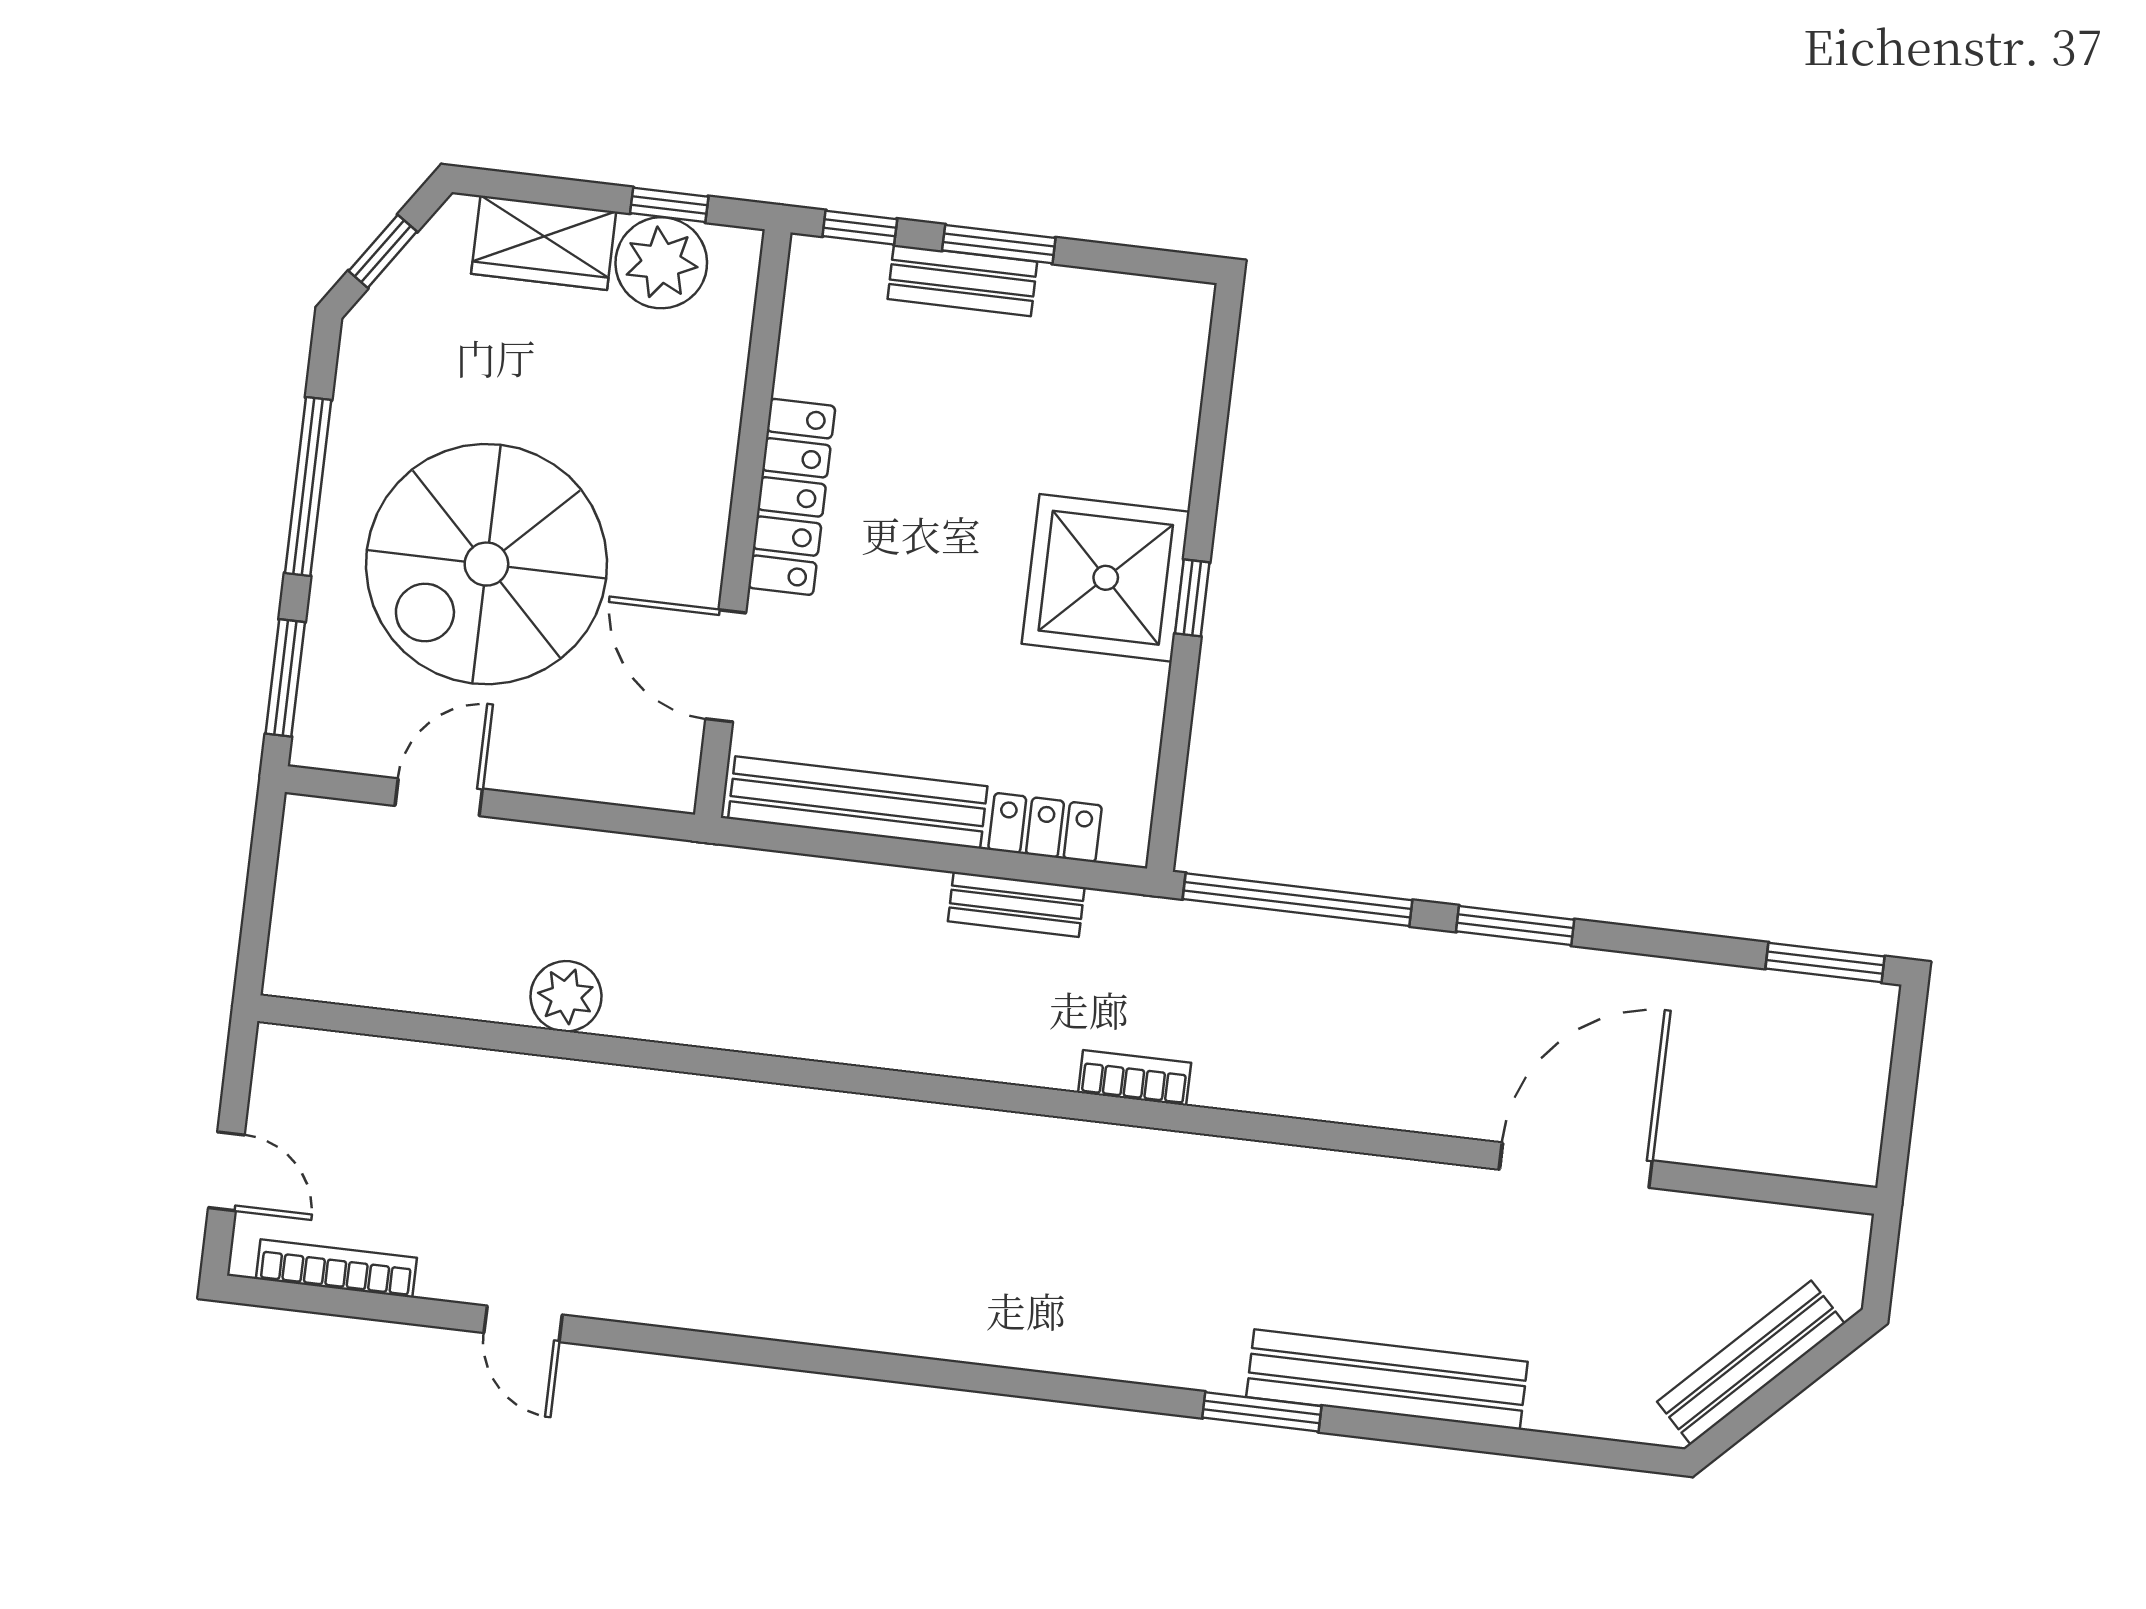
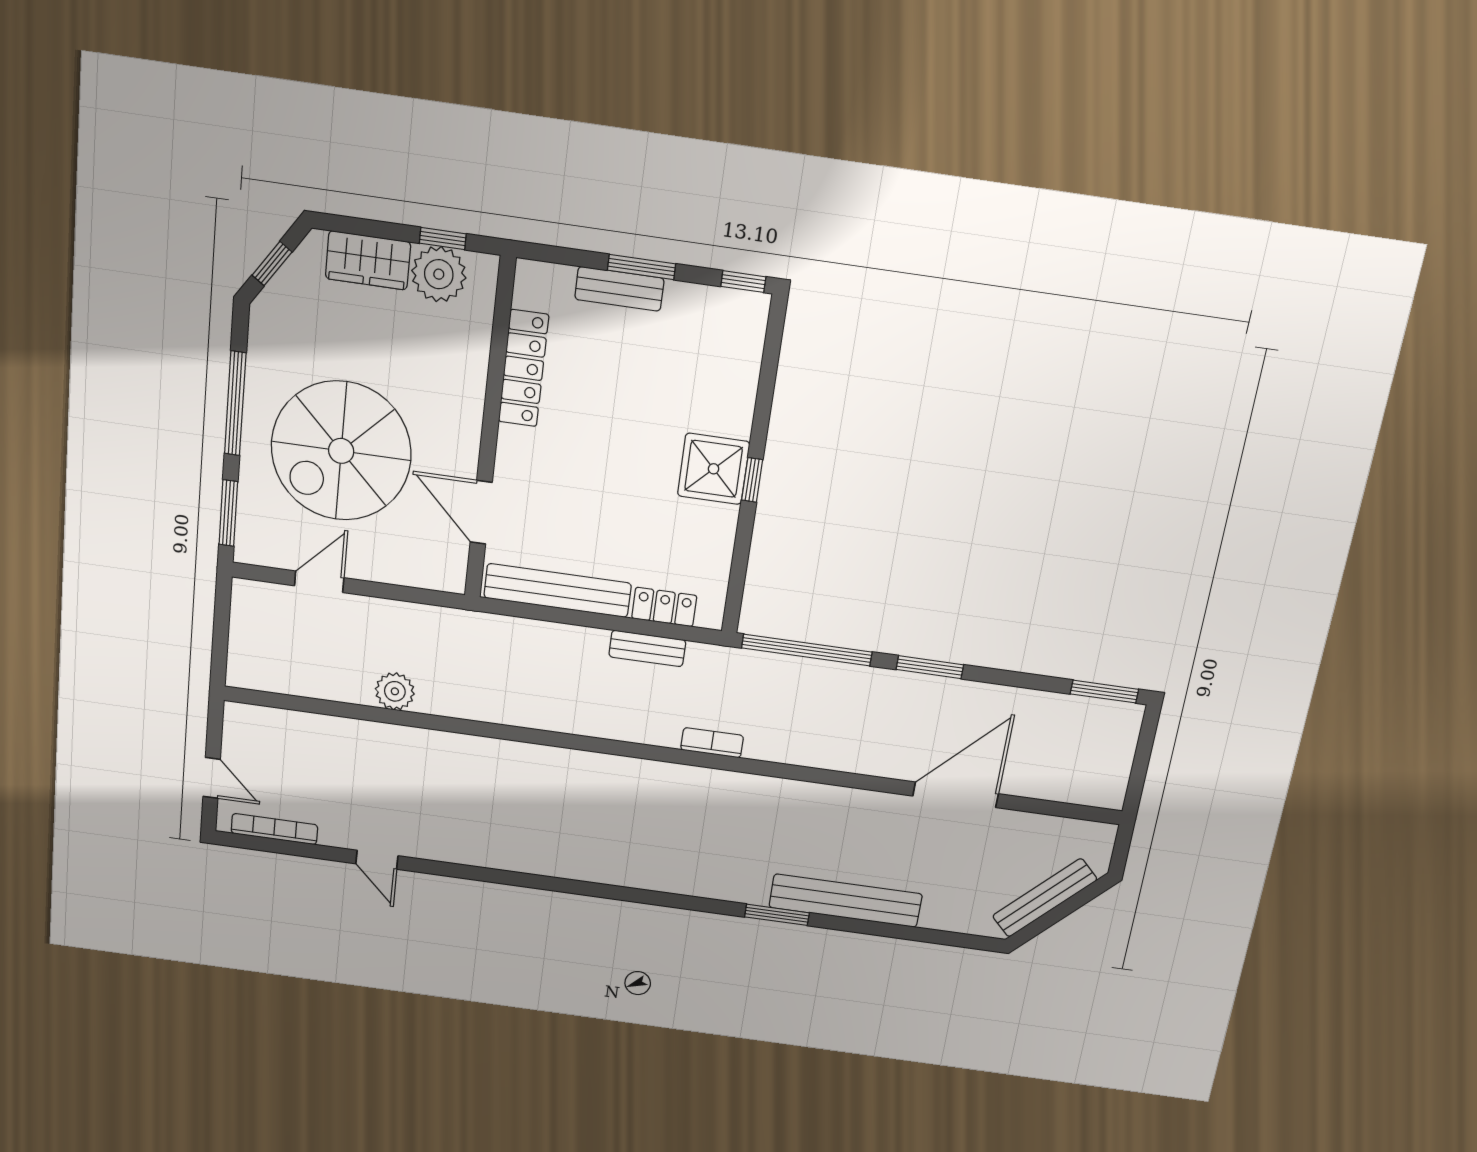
window: (860, 228) -> (743, 282), moved
locker: (792, 497) -> (524, 368), moved
shower: (1106, 578) -> (714, 469), width x0.73, depth x0.73

